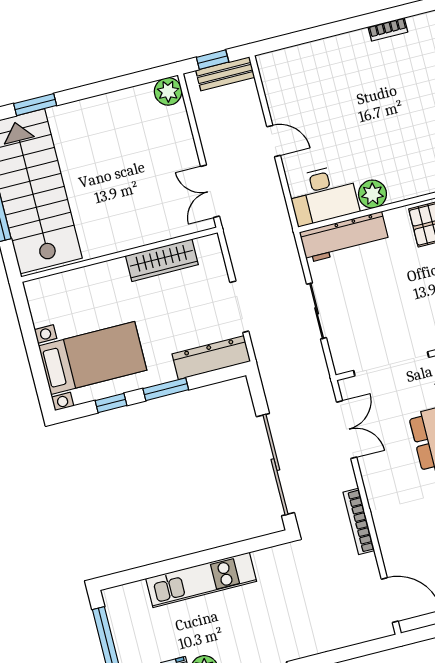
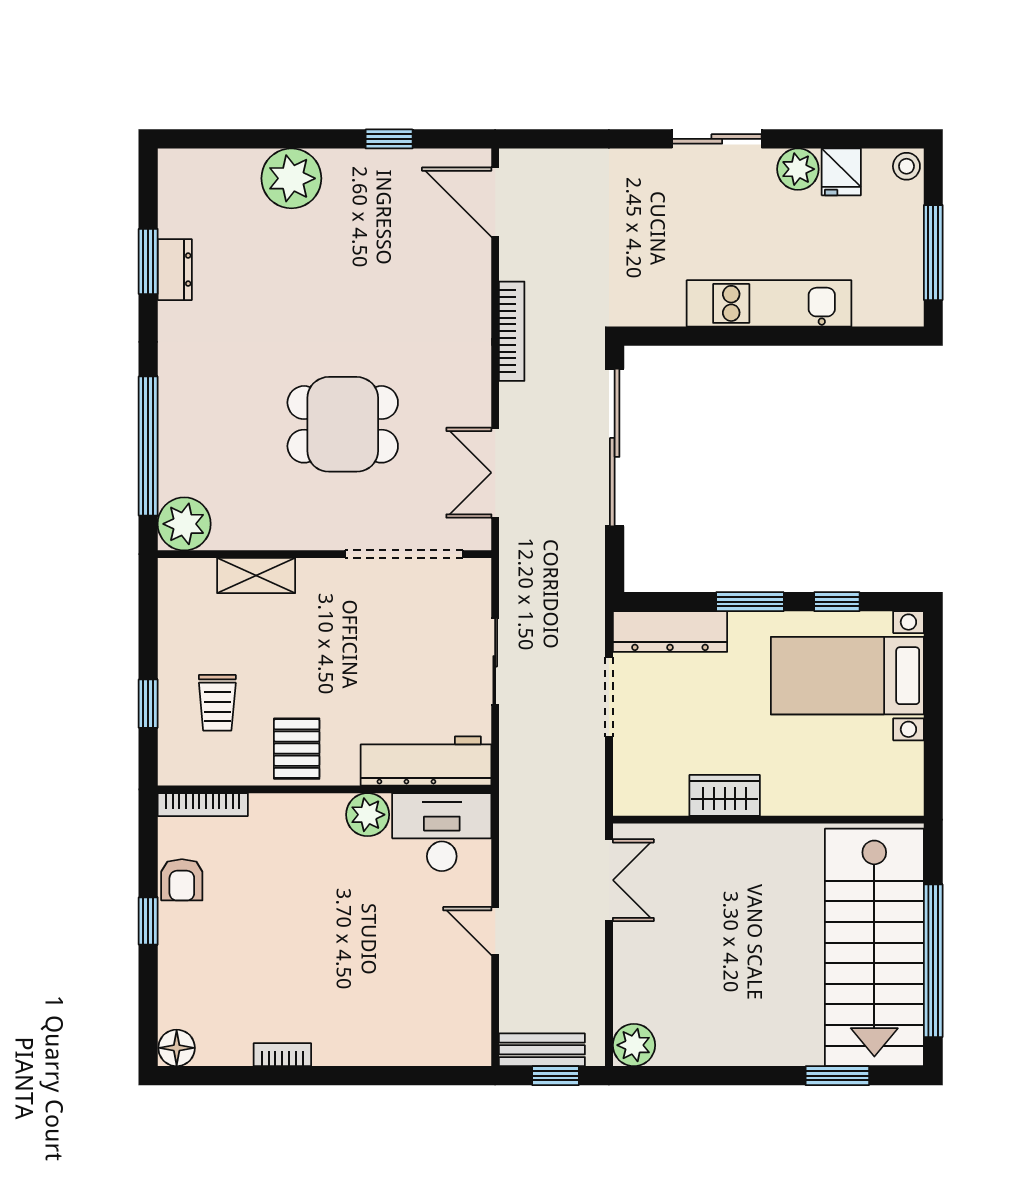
wardrobe: (162, 260) -> (725, 795), width x0.67

